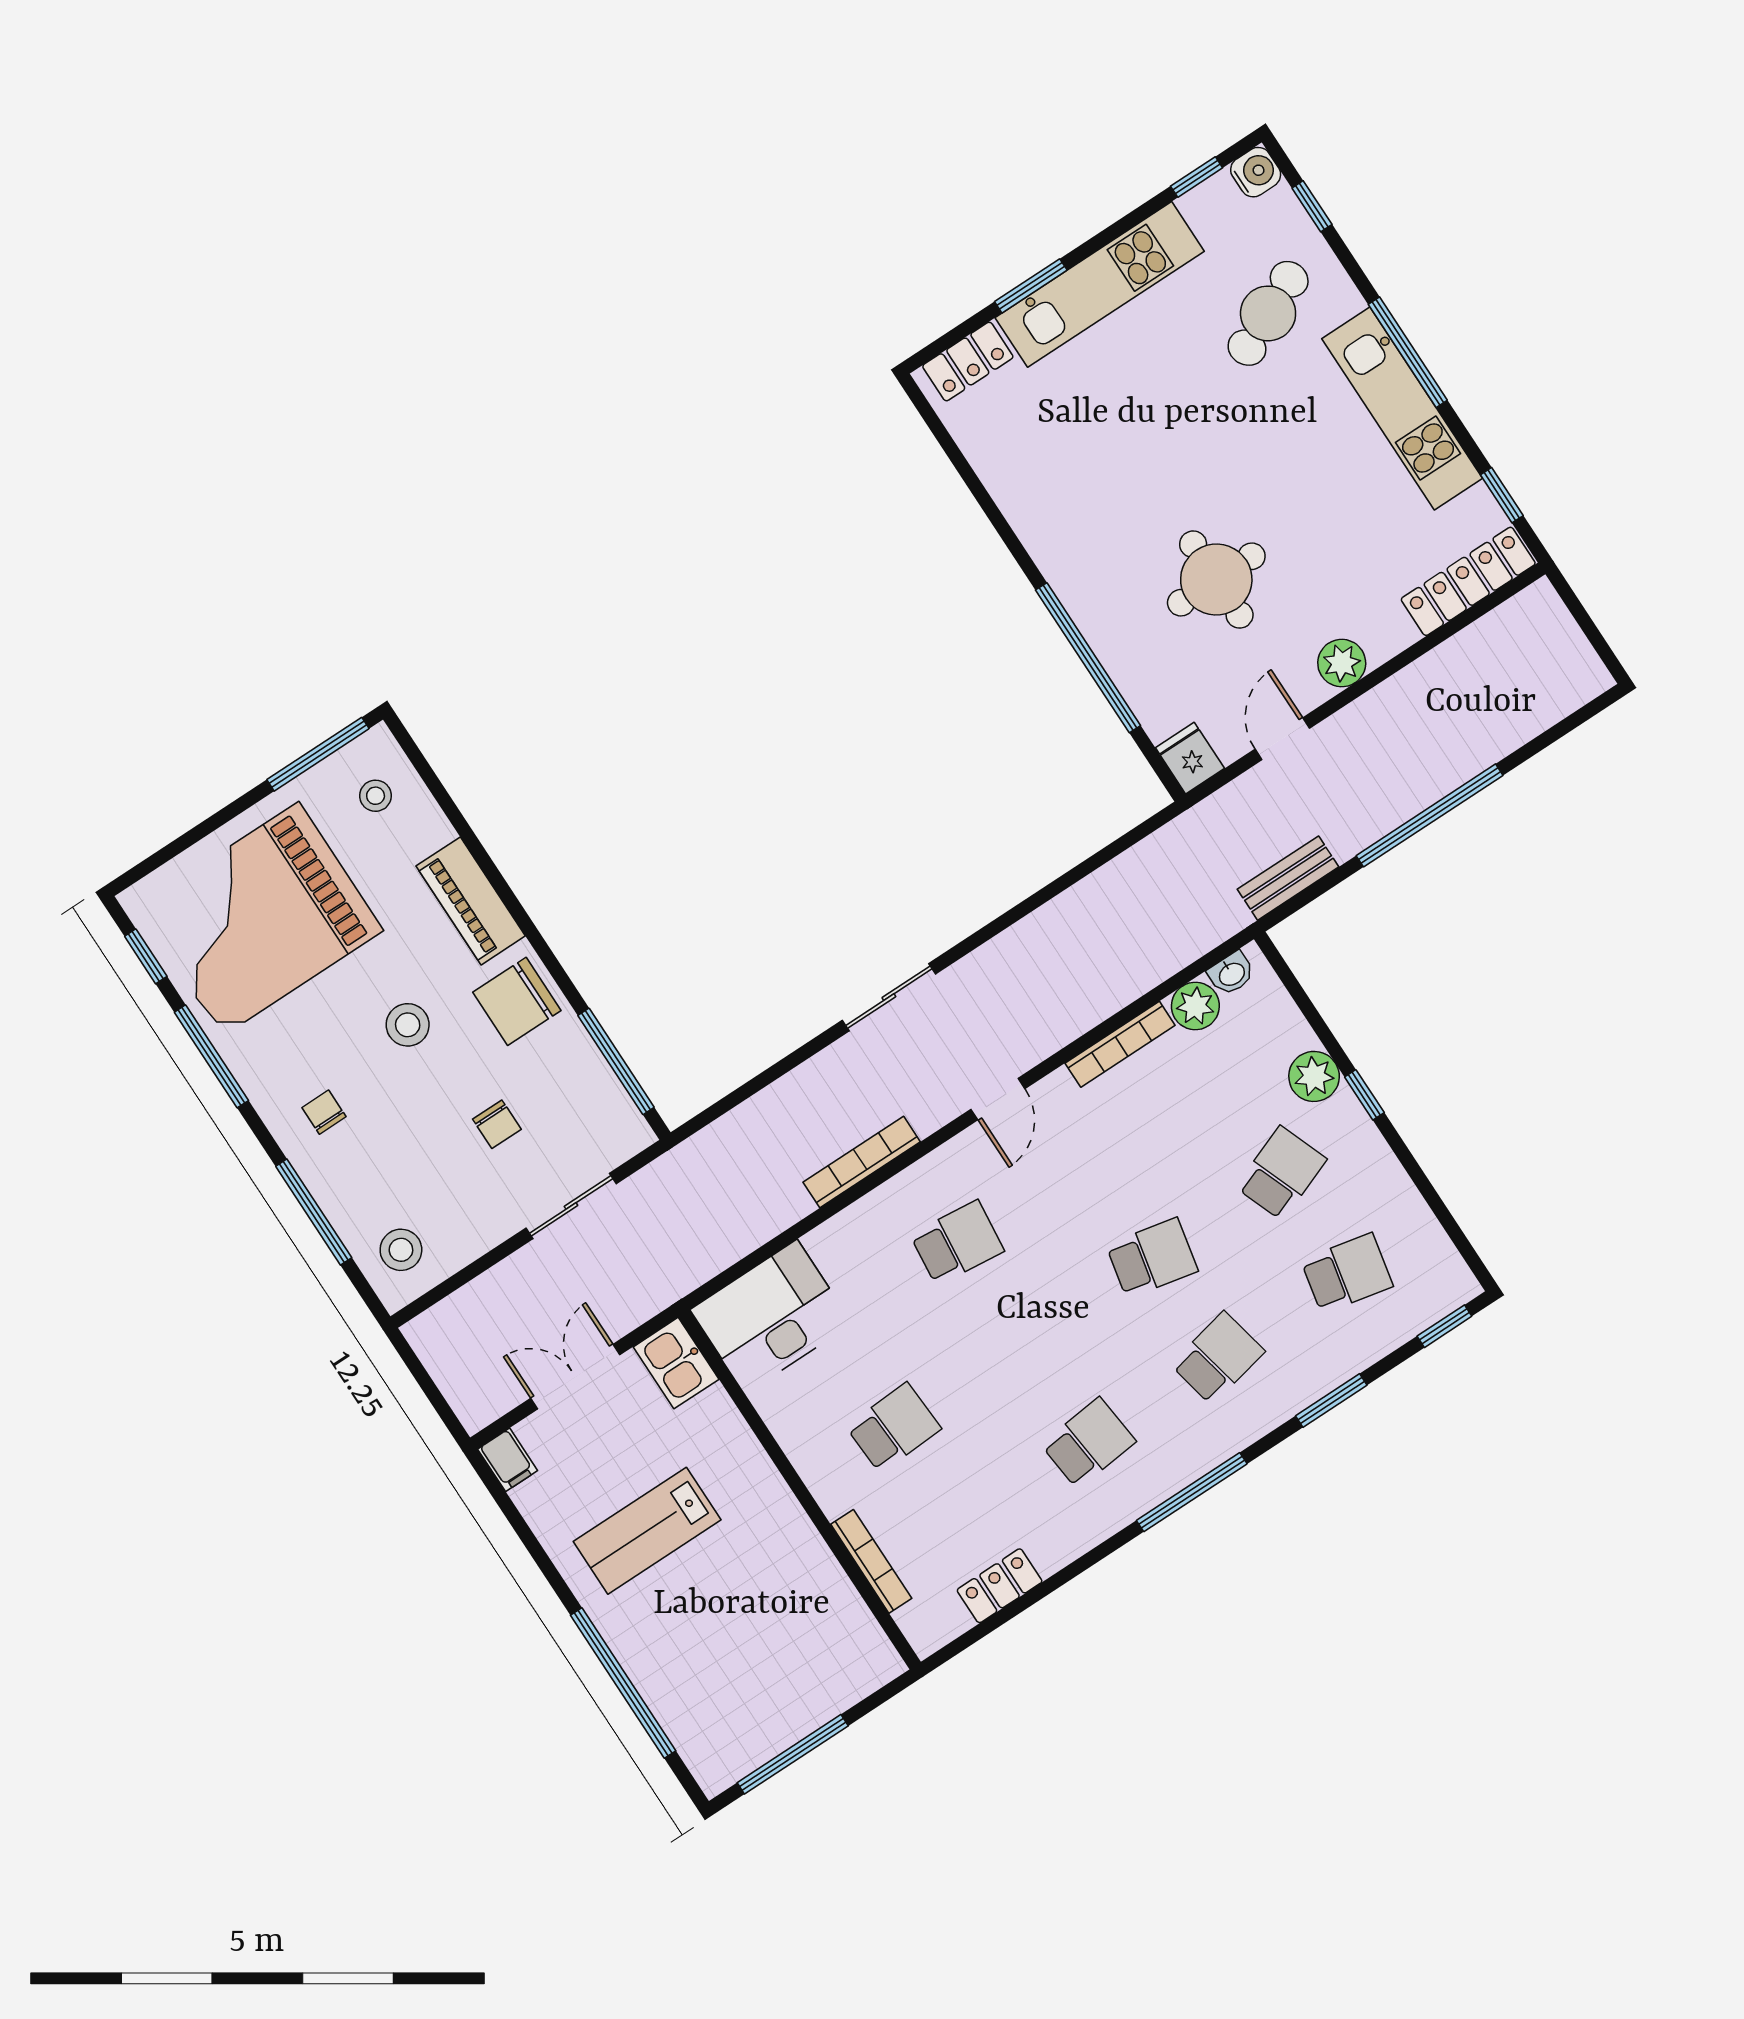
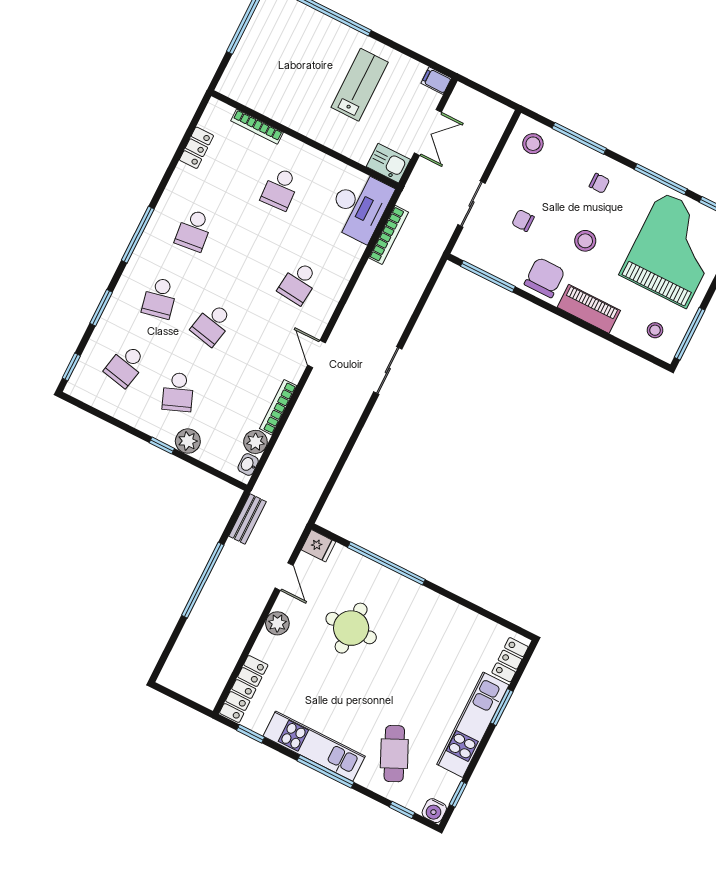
bookcase: (862, 1162) -> (389, 235), moved

